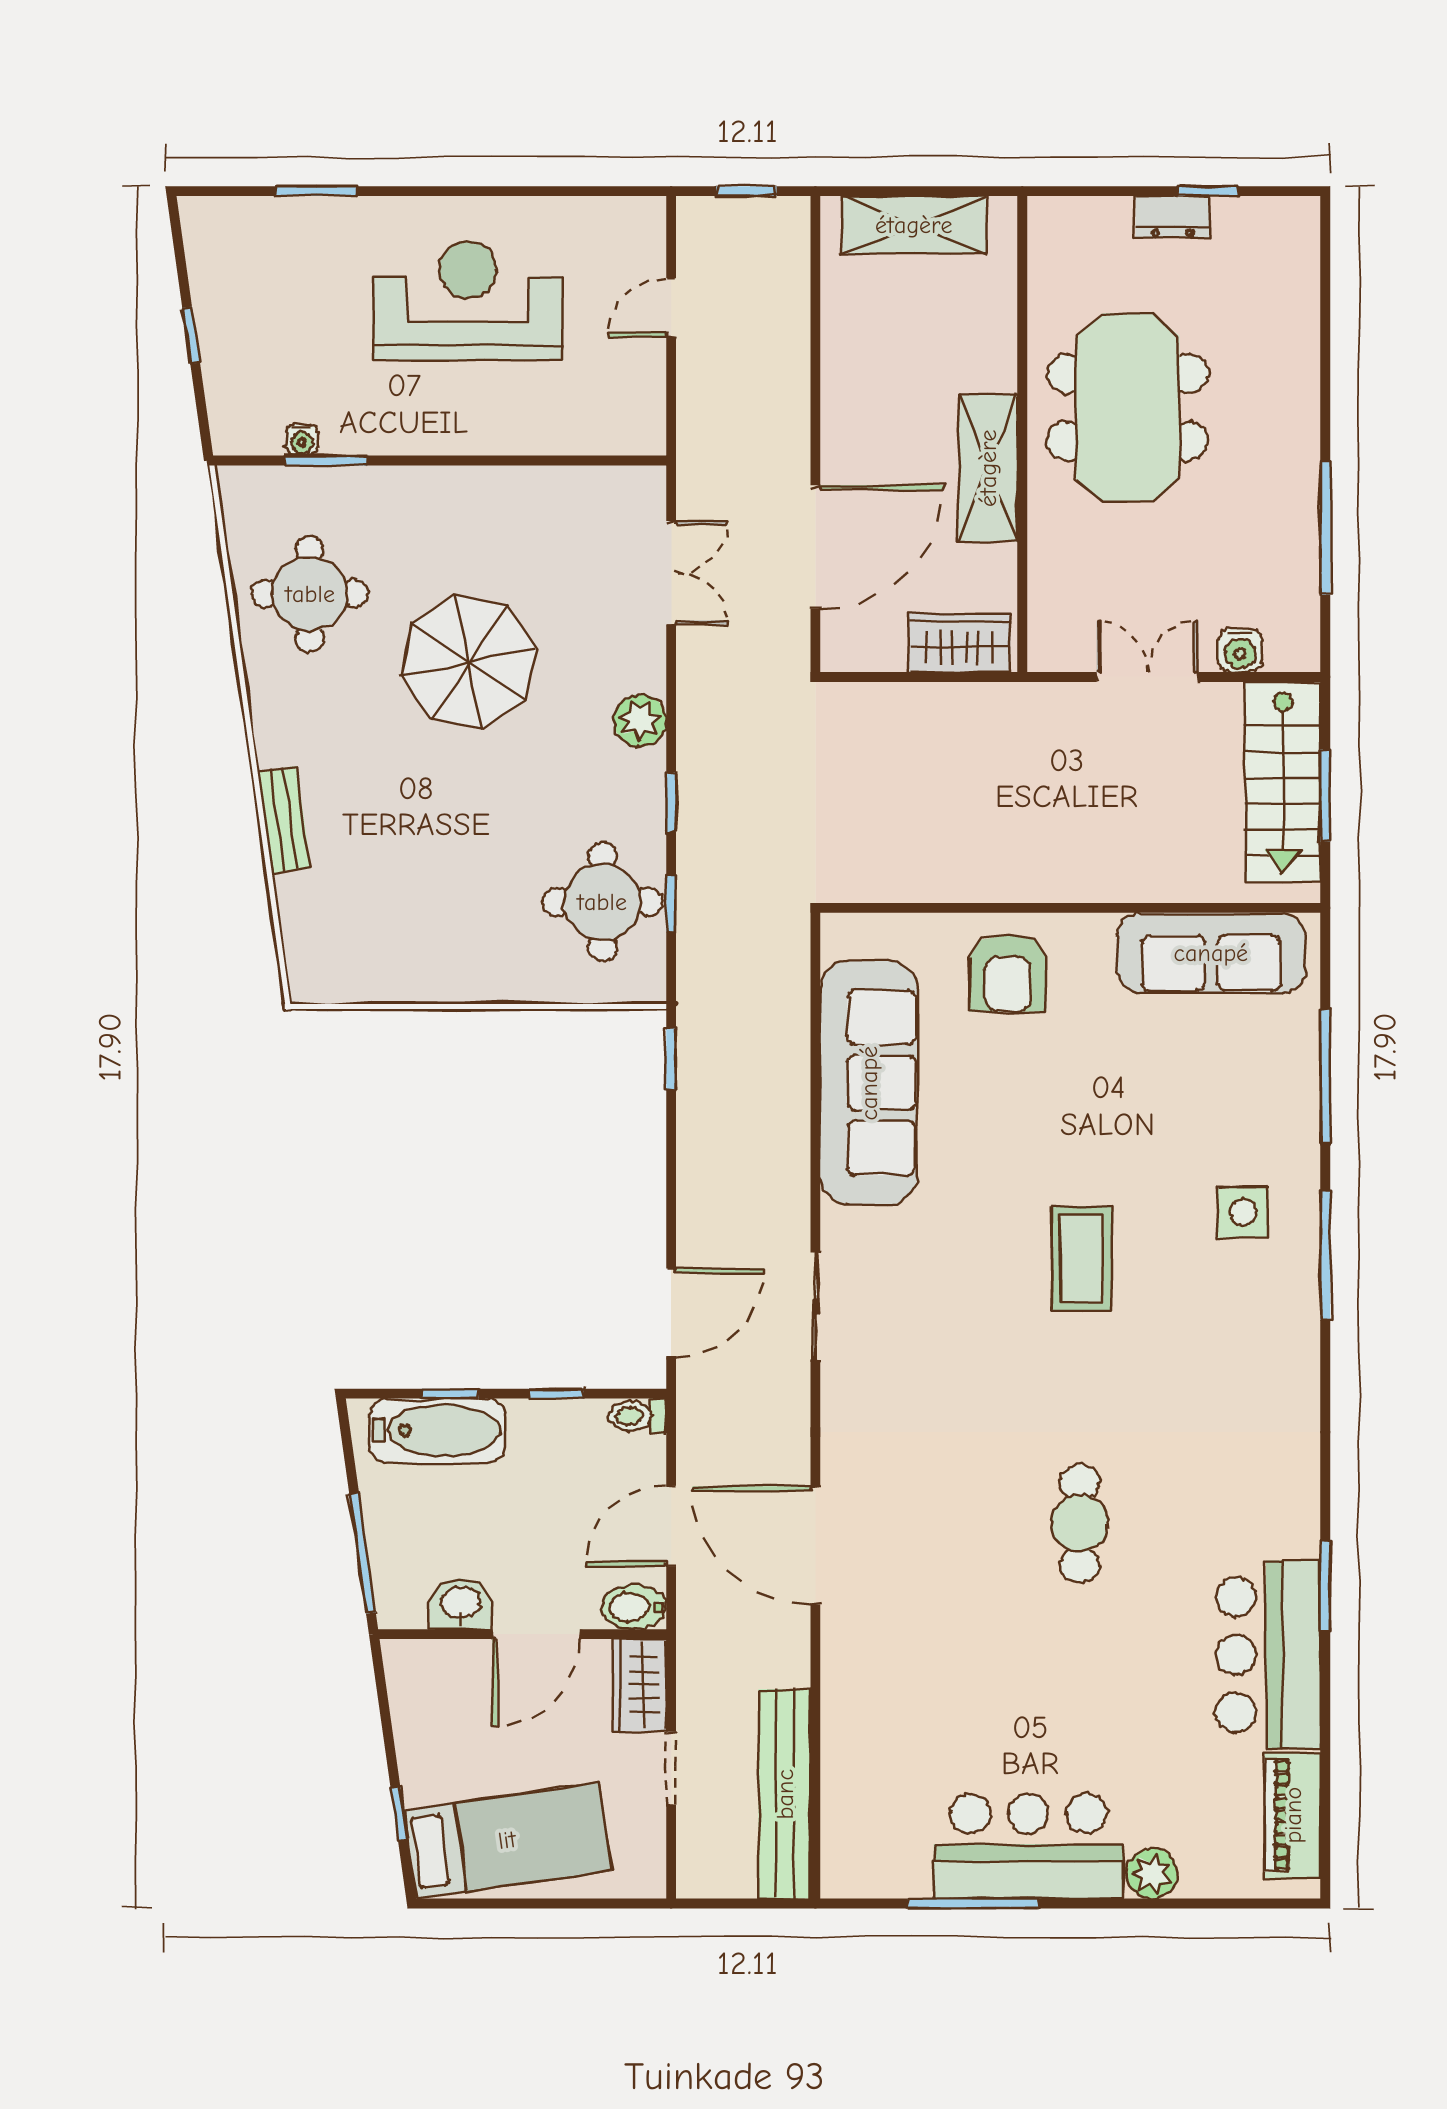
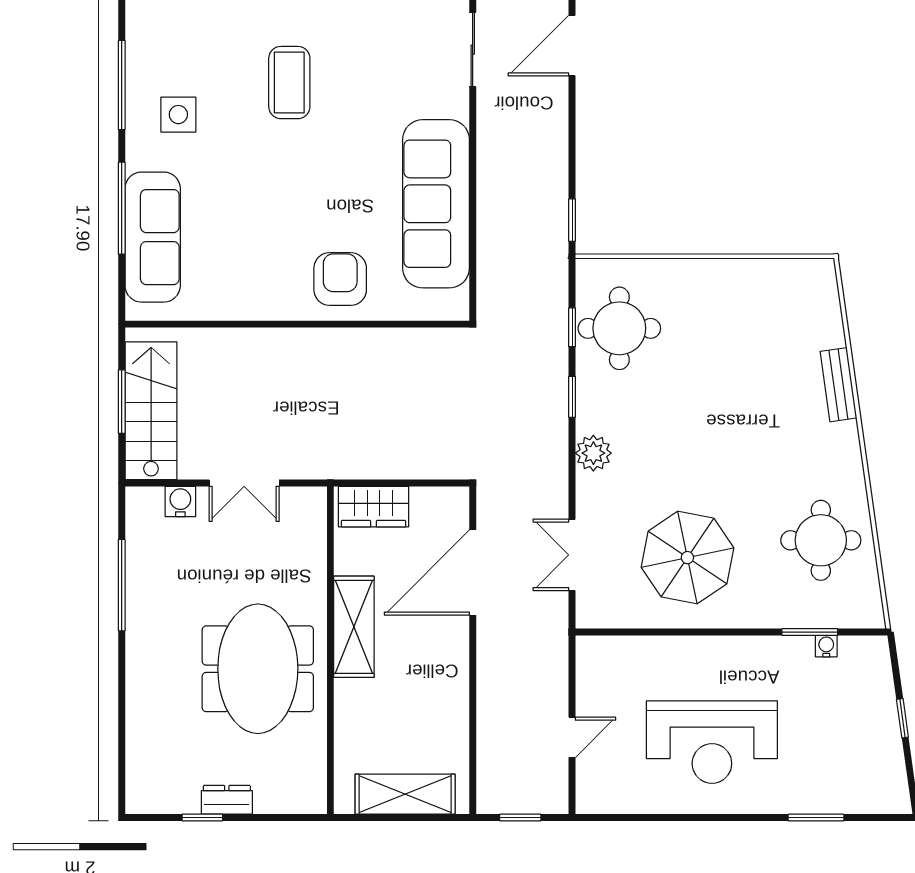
parasol: (469, 662) -> (687, 558), moved
sofa: (1211, 953) -> (153, 237), moved, turned 90

